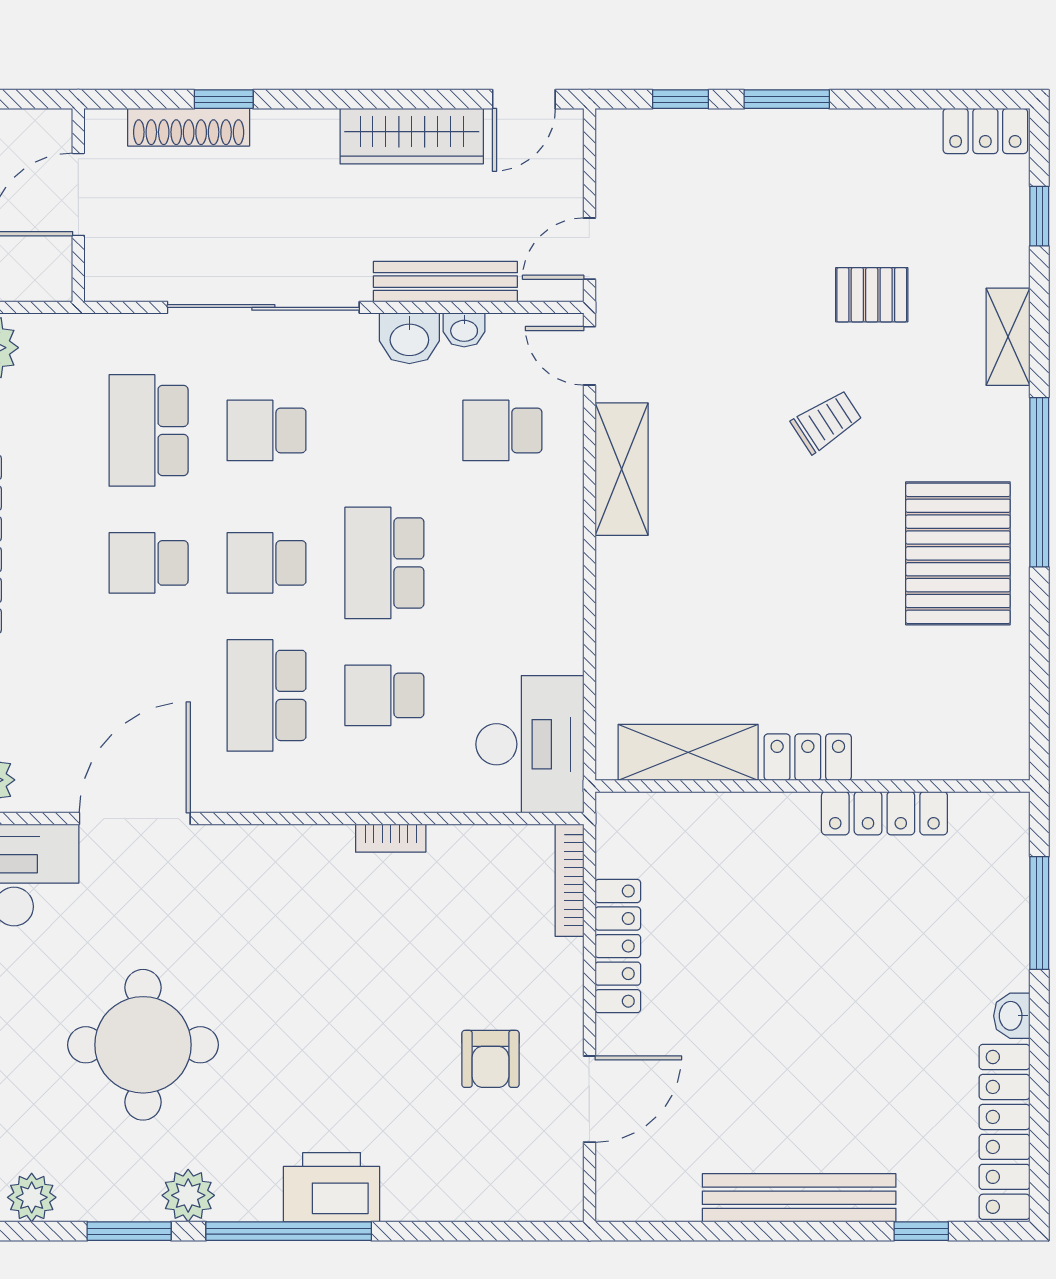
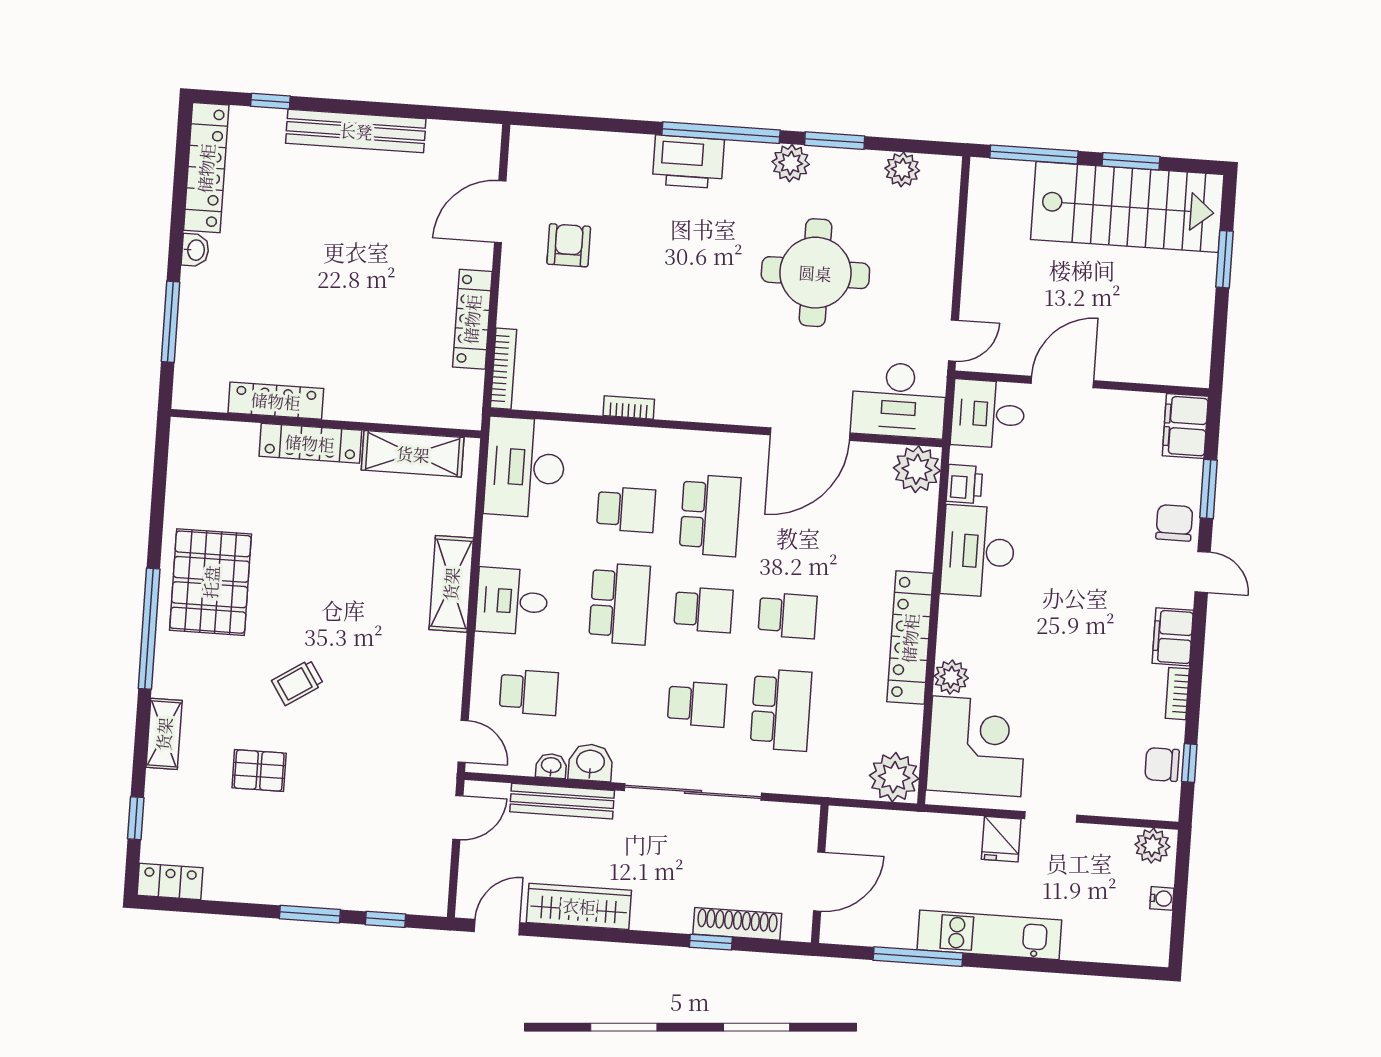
shelving: (622, 469) -> (451, 584), moved
desk: (535, 556) -> (512, 601), added
locker: (808, 757) -> (310, 443), width x1.53

